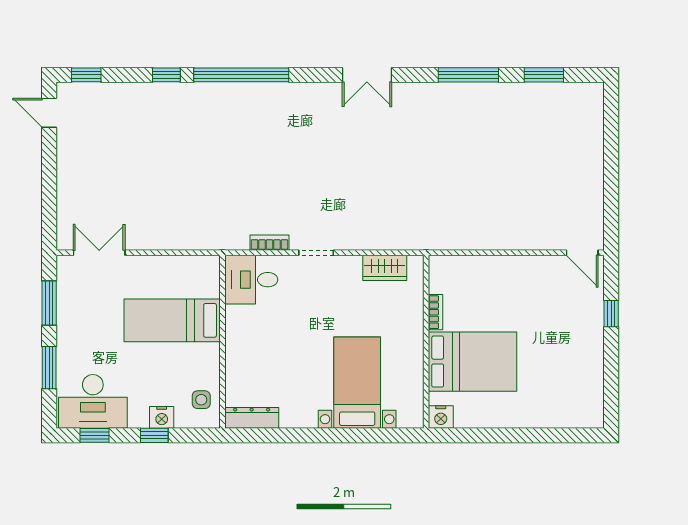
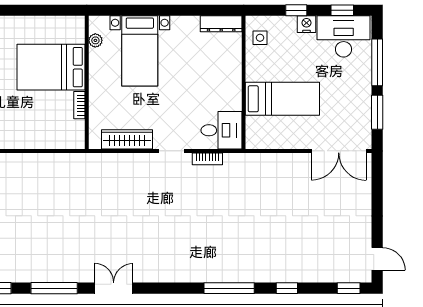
window: (241, 75) -> (229, 288), width x0.68
double door: (367, 75) -> (114, 288), moved
double door: (99, 253) -> (339, 151), width x1.37
wardrobe: (385, 268) -> (127, 139), width x1.50
window: (49, 368) -> (377, 62), width x1.44
plant: (415, 396) -> (95, 40), added
nightstand: (162, 417) -> (306, 24), moved
nightstand: (441, 417) -> (75, 24), removed

